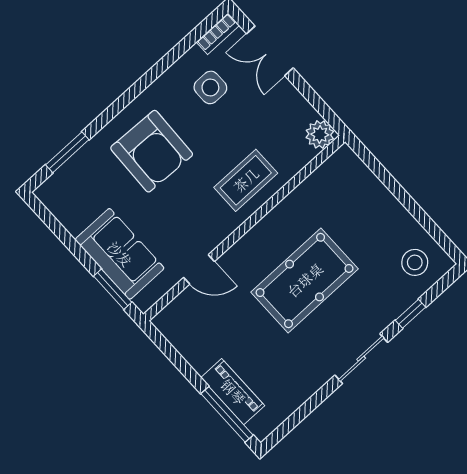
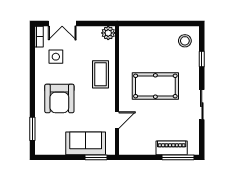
armchair: (152, 151) -> (59, 98), turned 88
pool table: (305, 280) -> (155, 86), turned 90
sliding door: (361, 359) -> (202, 105), moved

